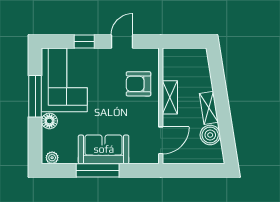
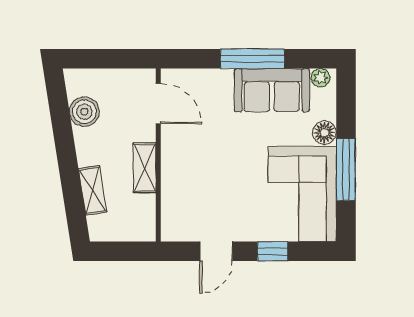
armchair: (139, 84) -> (191, 188), removed
shelving: (209, 108) -> (93, 191), moved
door: (161, 140) -> (158, 104), swing flipped
sofa: (104, 149) -> (272, 90), moved

